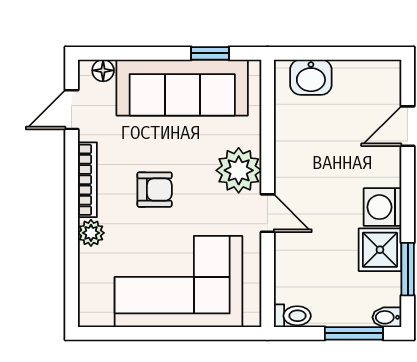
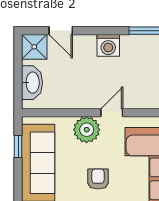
washbasin: (311, 77) -> (32, 83), width x1.38
shower: (380, 250) -> (34, 47), moved

